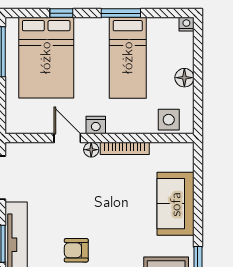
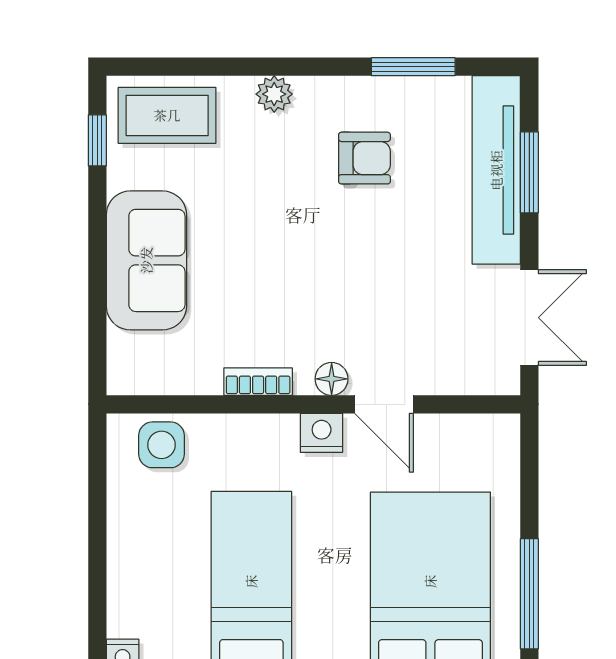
floor lamp: (184, 78) -> (127, 537), removed
bookcase: (125, 148) -> (258, 382), width x0.64

